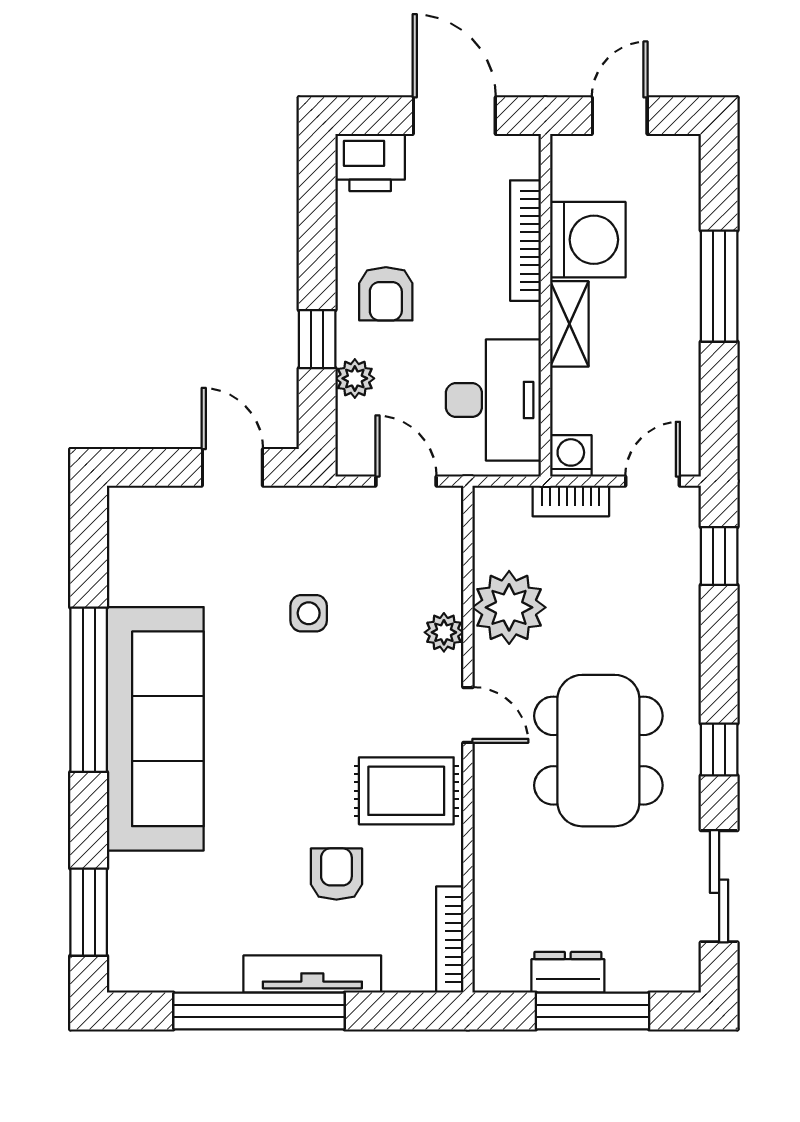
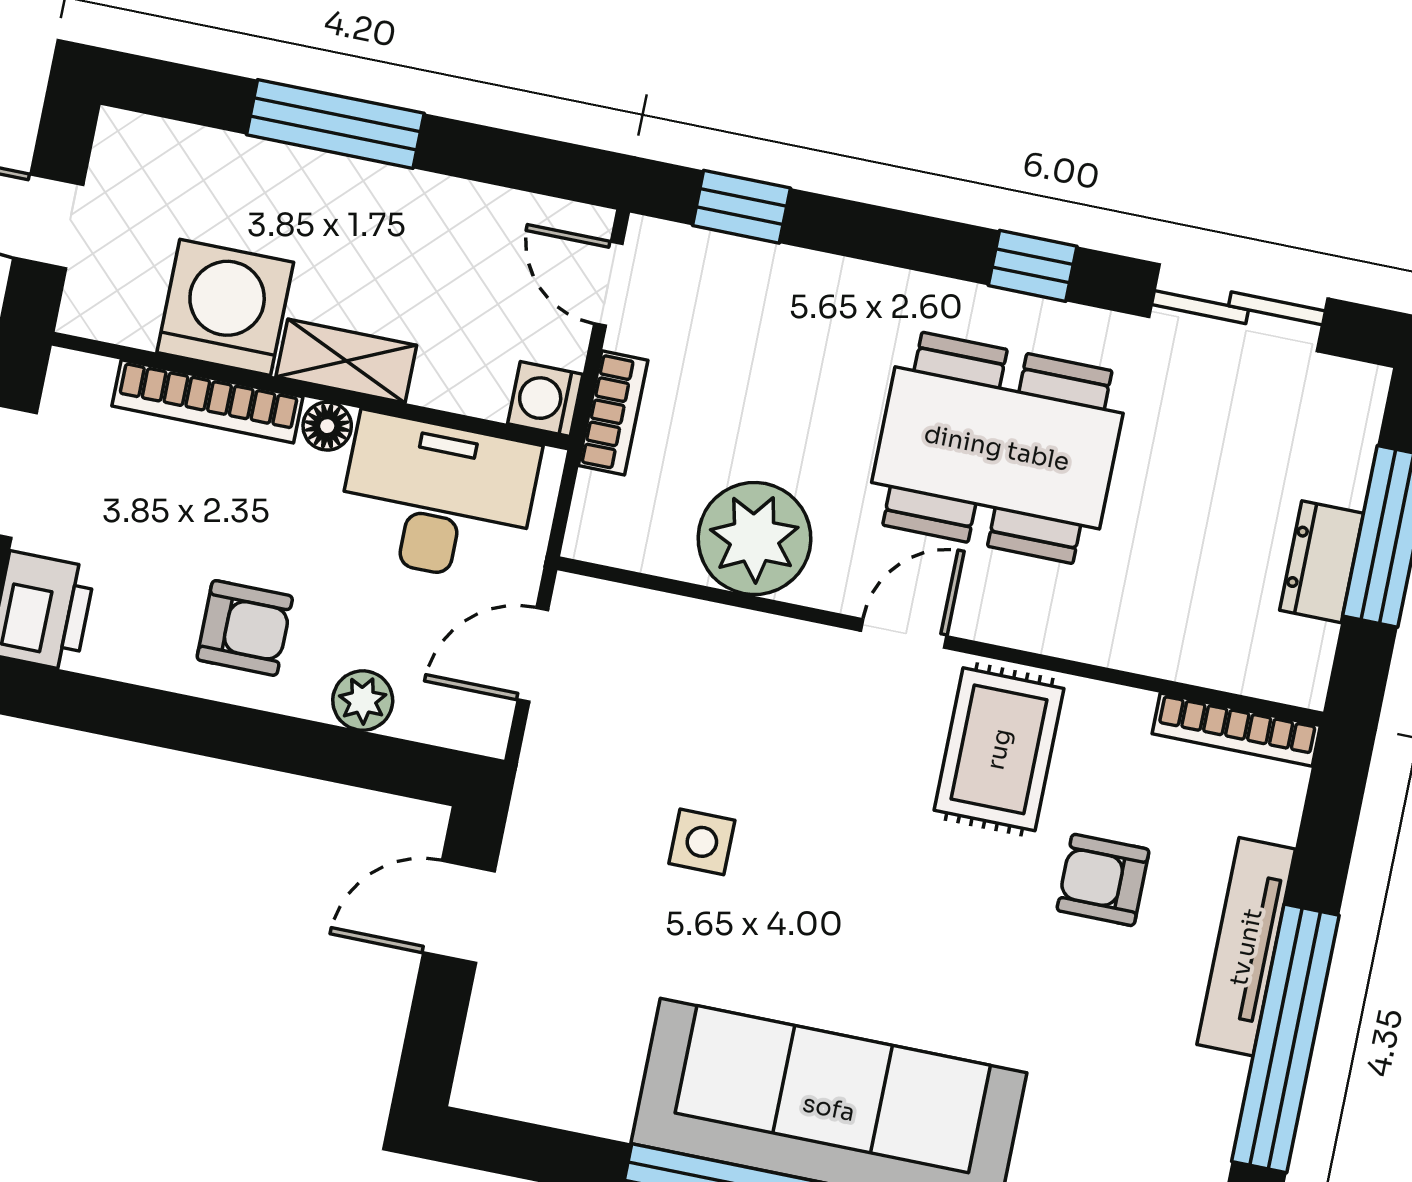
floor lamp: (525, 320) -> (327, 426), added
window: (317, 339) -> (292, 745), removed
plant: (444, 632) -> (772, 644), removed

